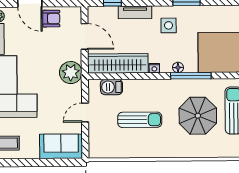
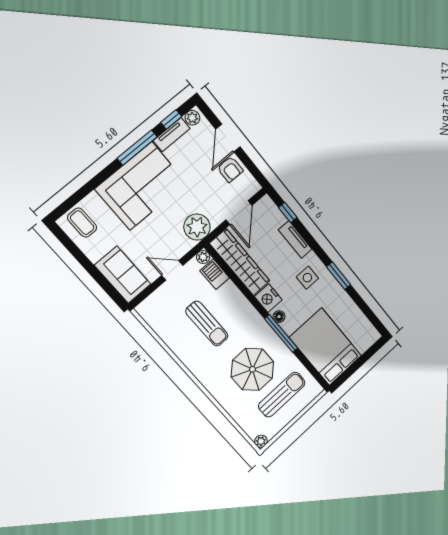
nightstand: (154, 68) -> (268, 298), width x1.89, depth x1.79
plant: (94, 85) -> (203, 257), added

